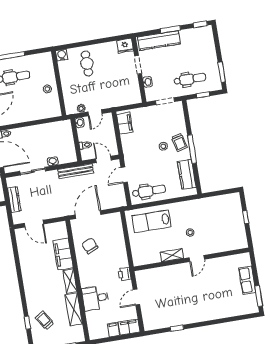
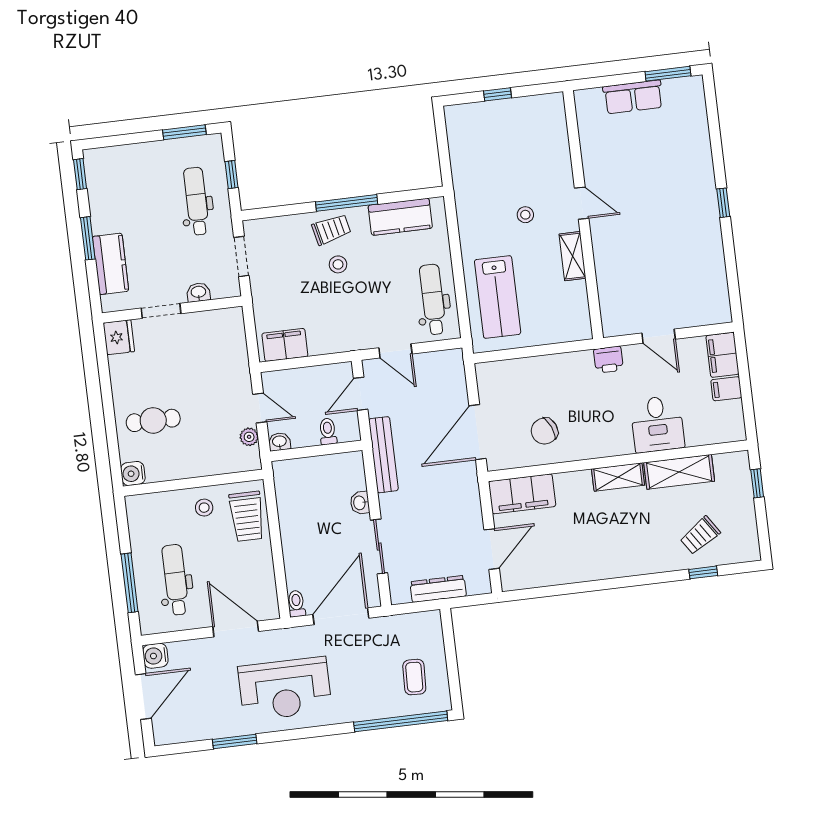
kitchen counter: (159, 40) -> (111, 264), width x0.67
trolley: (44, 109) -> (247, 516), added
door: (88, 215) -> (478, 432), hinge flipped
filing cabinet: (63, 254) -> (522, 494), moved
window: (177, 328) -> (723, 203), moved

